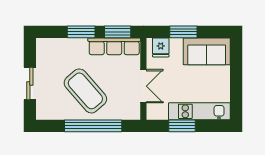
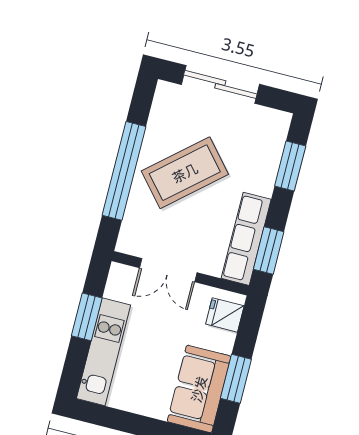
window: (81, 32) -> (290, 166), moved
window: (183, 32) -> (236, 379), moved
sliding door: (30, 84) -> (220, 84), width x1.37

